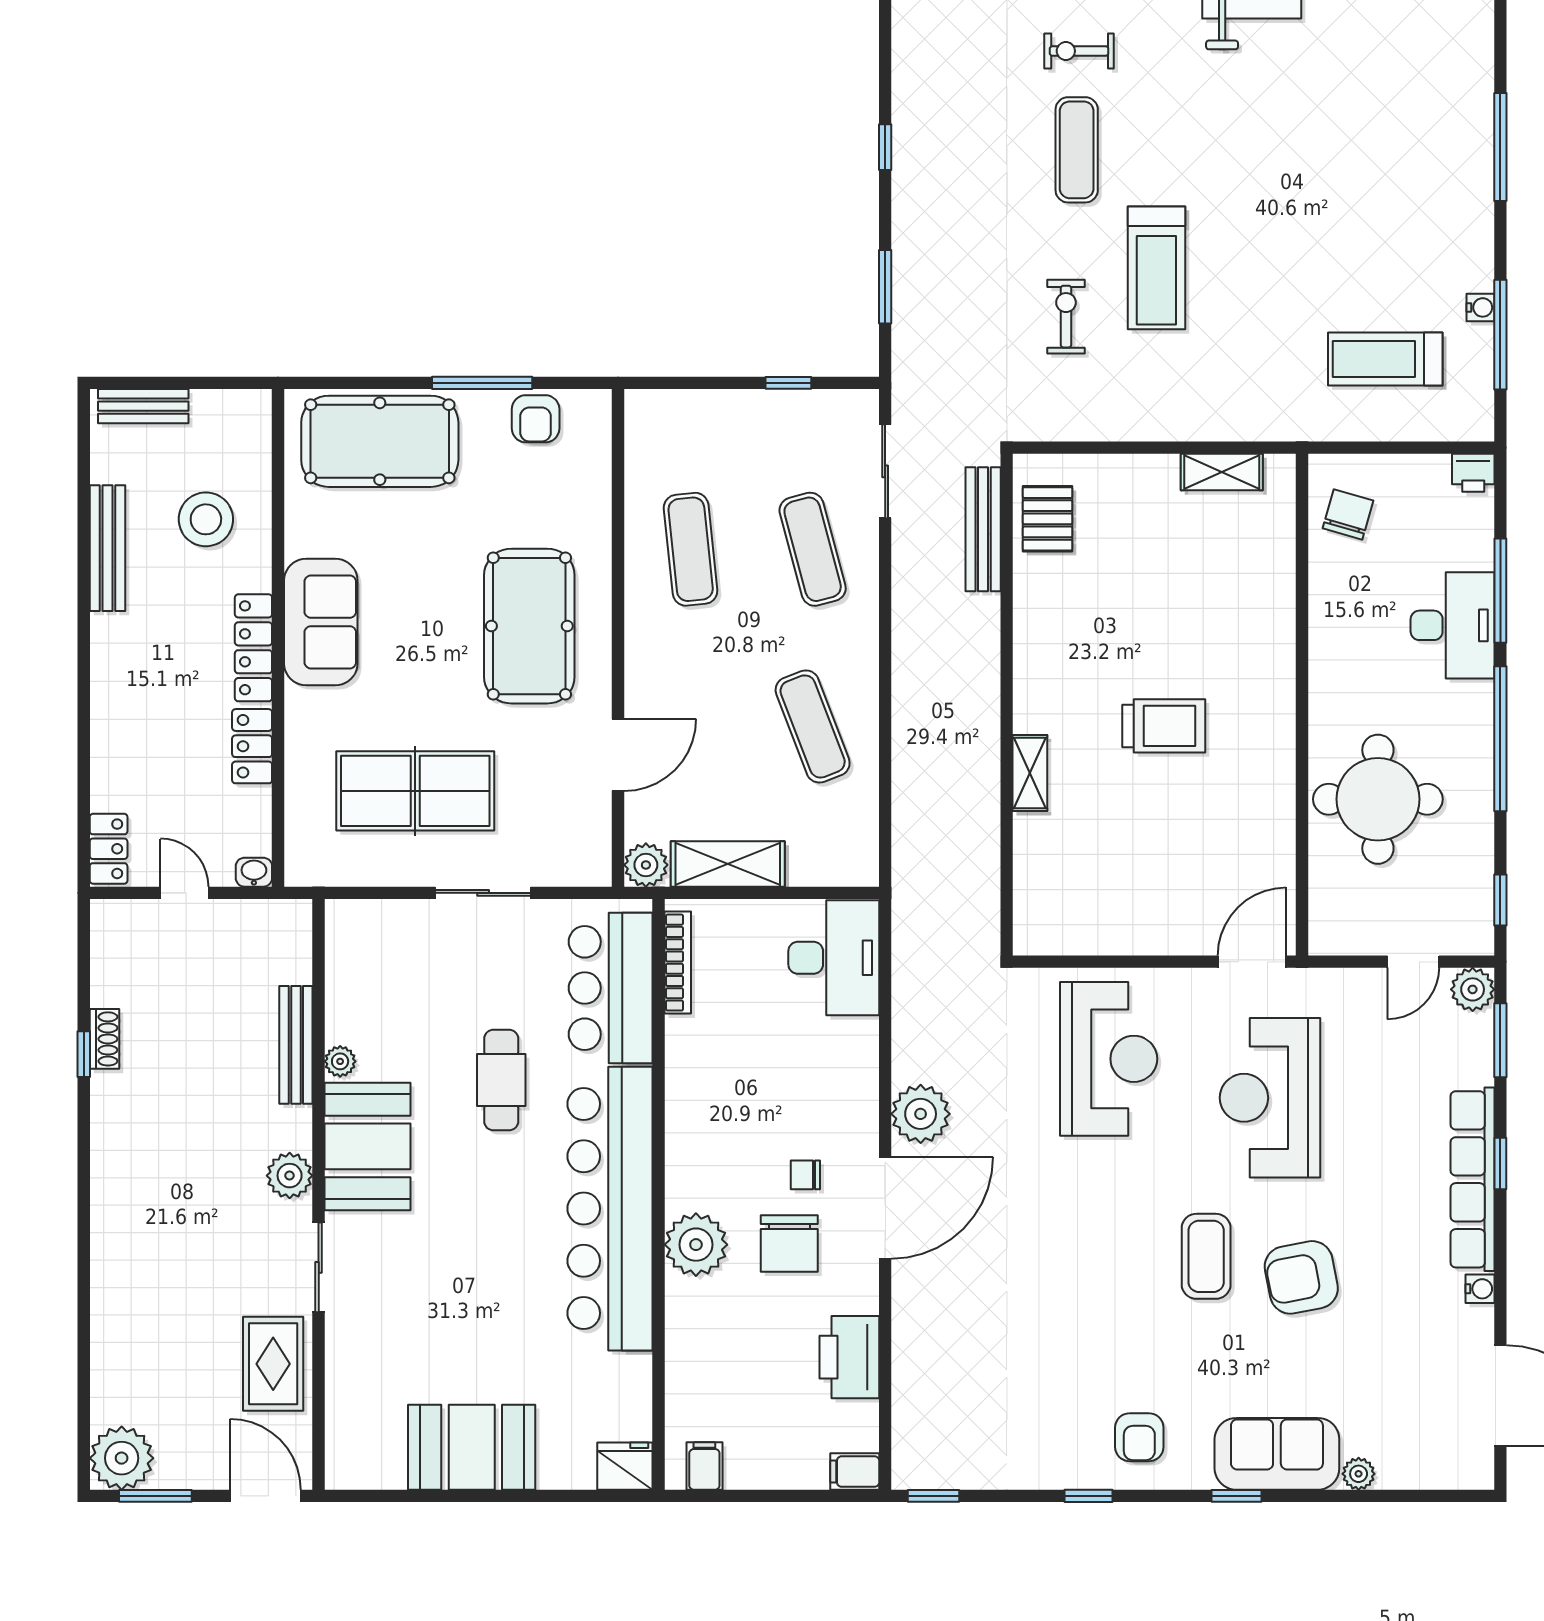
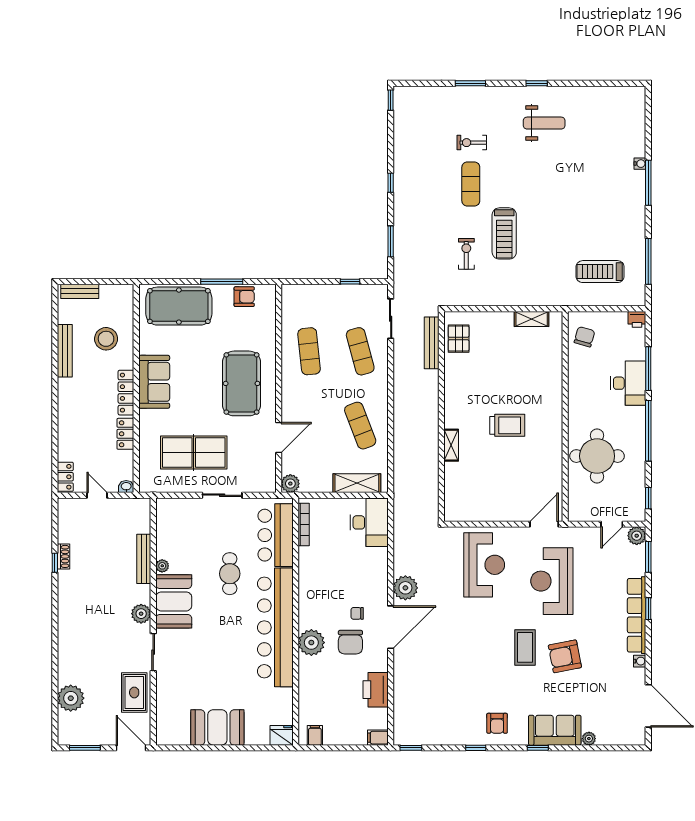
water cooler: (1480, 307) -> (640, 164), moved
armchair: (536, 419) -> (244, 297), turned -90
shelving: (728, 864) -> (357, 483), moved
plant: (122, 1458) -> (71, 698), moved

